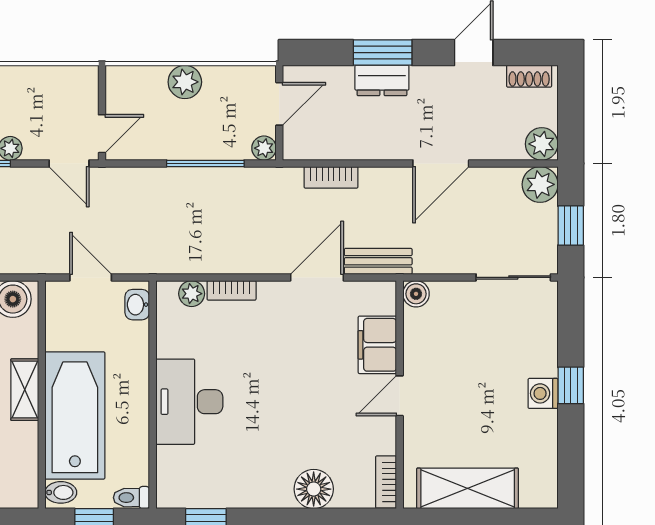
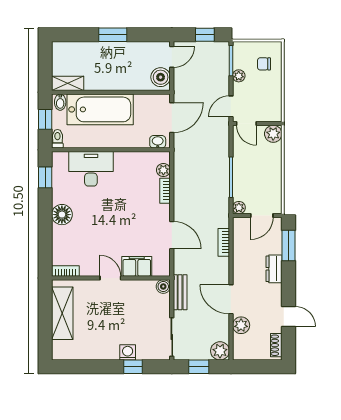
window: (383, 53) -> (288, 246), moved
plant: (185, 82) -> (273, 134), moved
door: (279, 104) -> (262, 216), hinge flipped
plant: (542, 144) -> (241, 325), moved
bench: (378, 261) -> (180, 292), moved
door: (91, 277) -> (172, 118), width x1.38
window: (571, 385) -> (133, 367), moved
shelving: (25, 390) -> (68, 83), moved
washing machine: (543, 393) -> (128, 352), moved
desk: (189, 402) -> (91, 169), moved
floor lamp: (314, 489) -> (62, 215), moved

